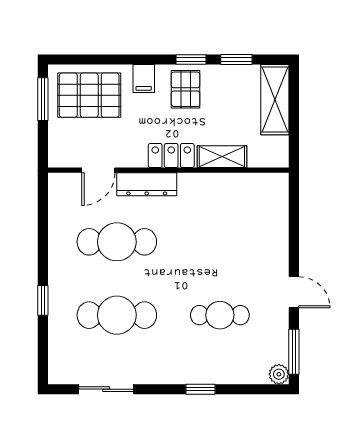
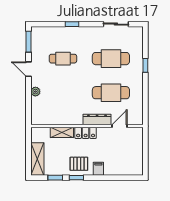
pallet: (186, 89) -> (79, 164), turned 90
pallet: (89, 95) -> (124, 161), removed
window: (43, 99) -> (145, 159), removed
plant: (279, 374) -> (35, 92), moved

